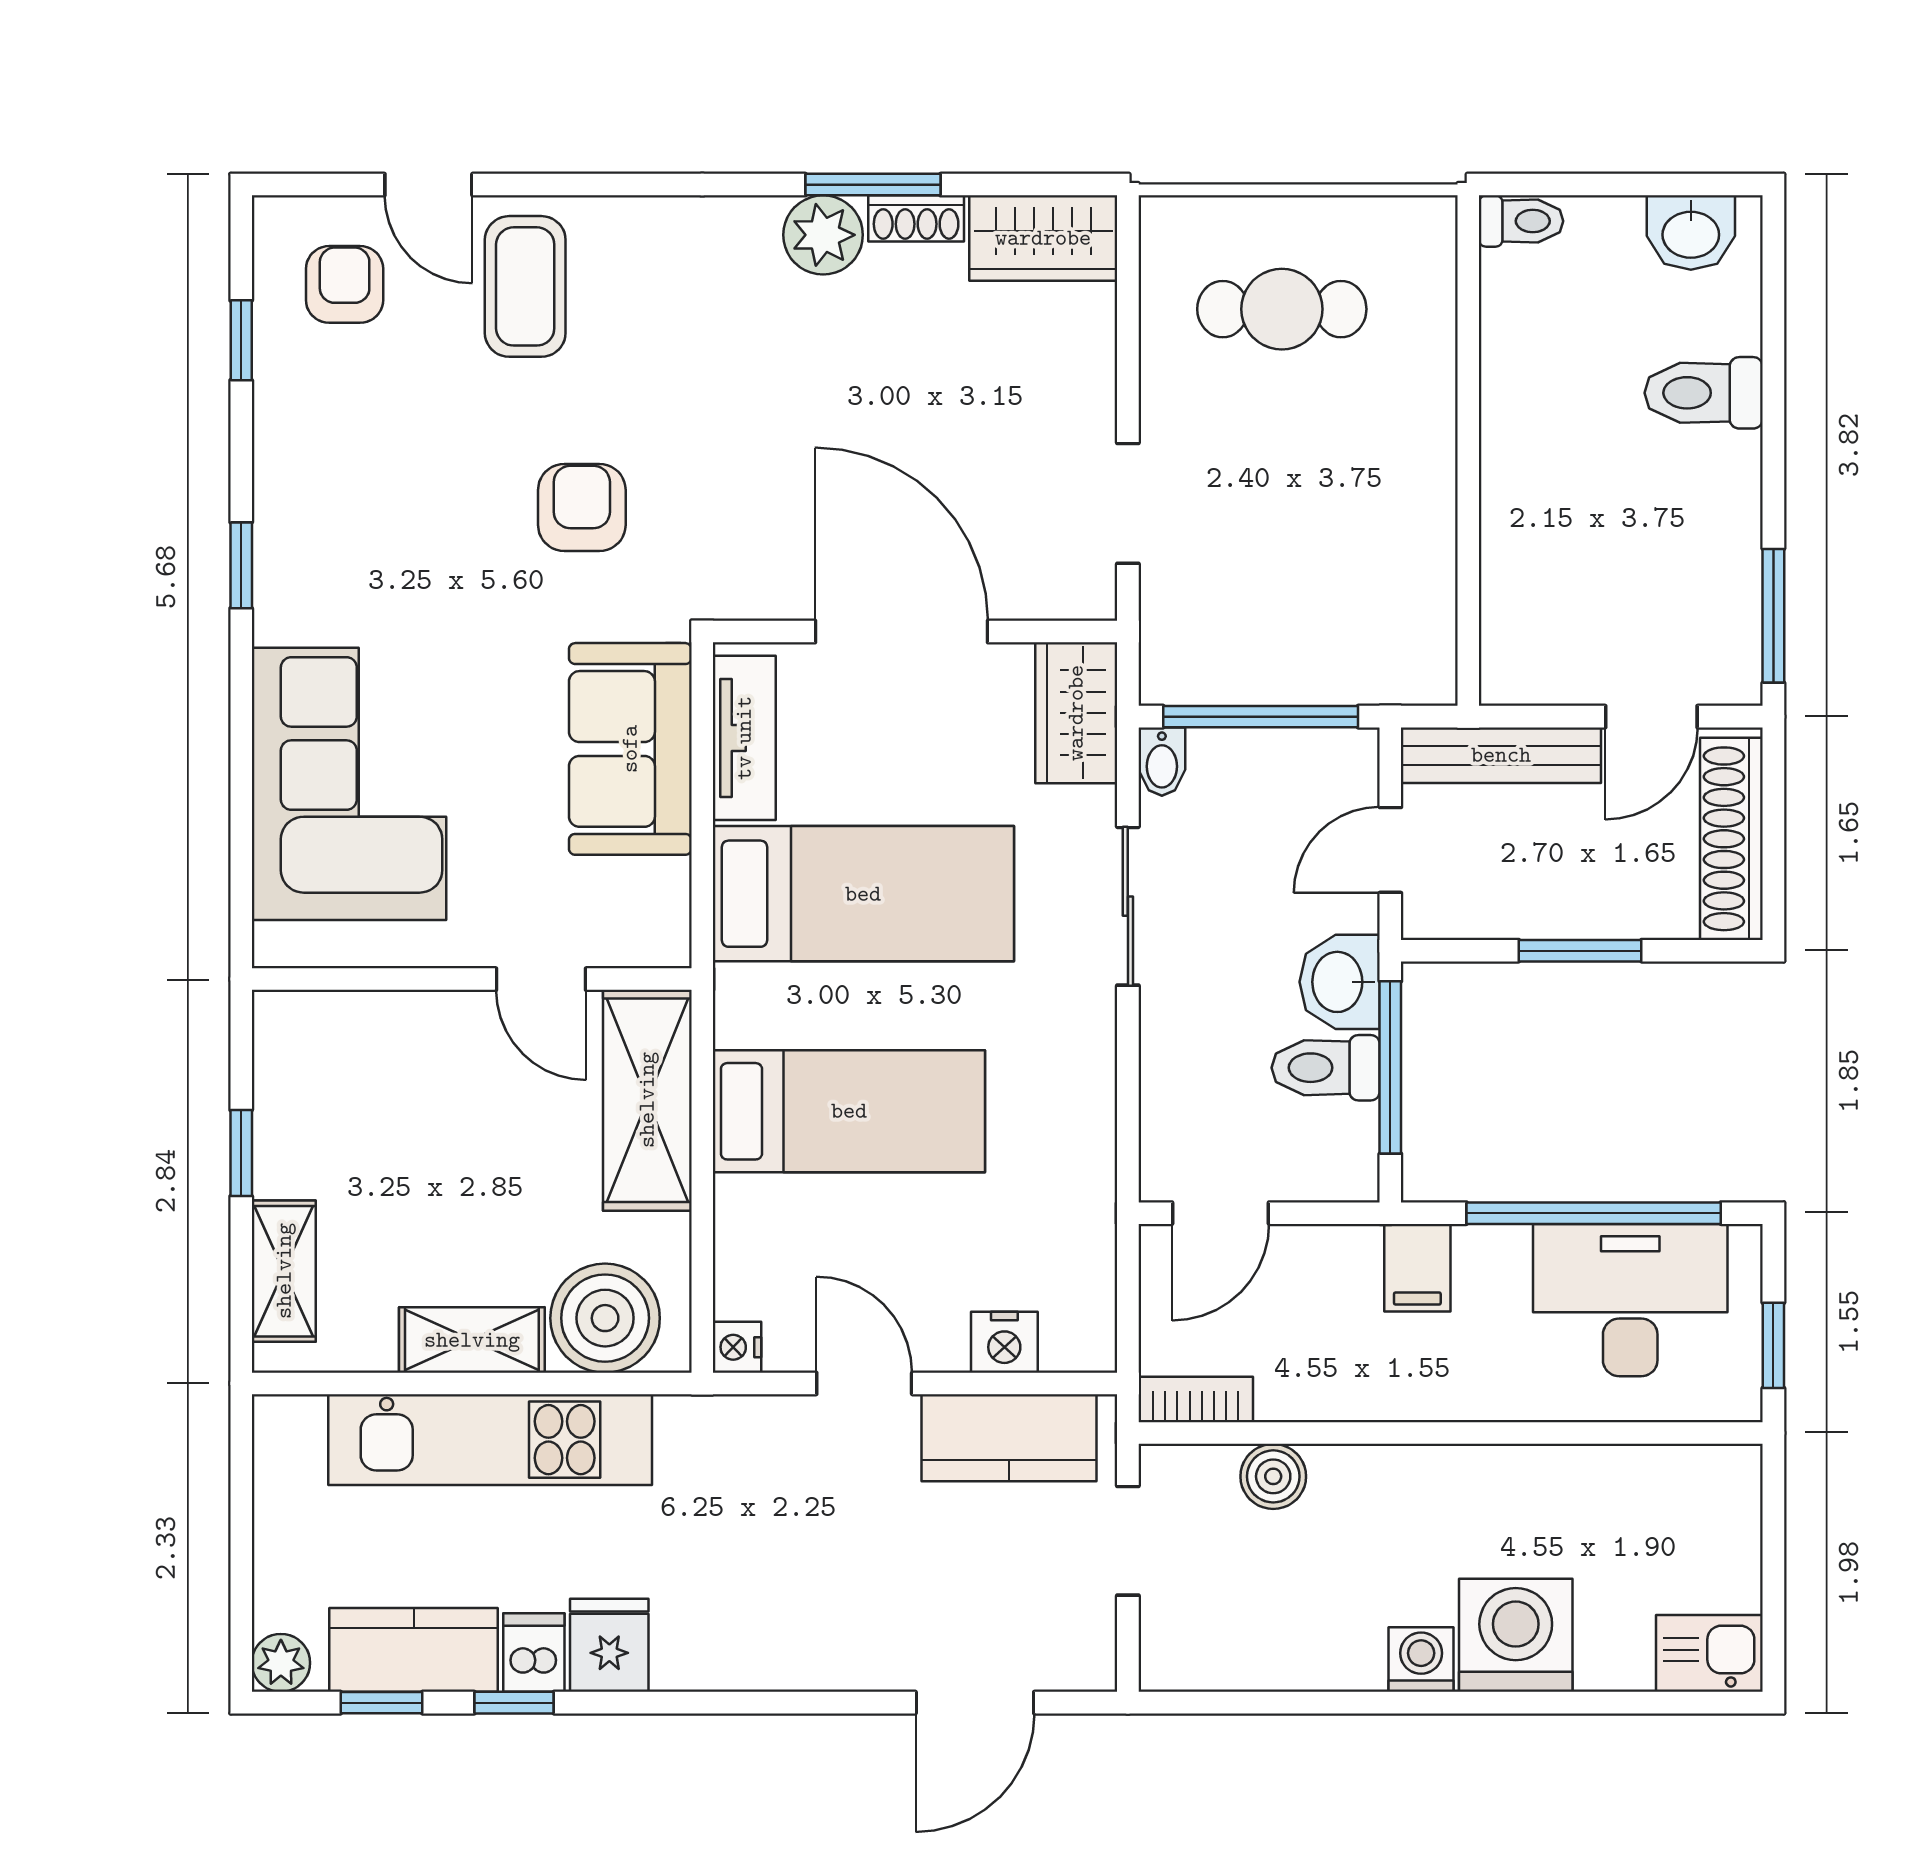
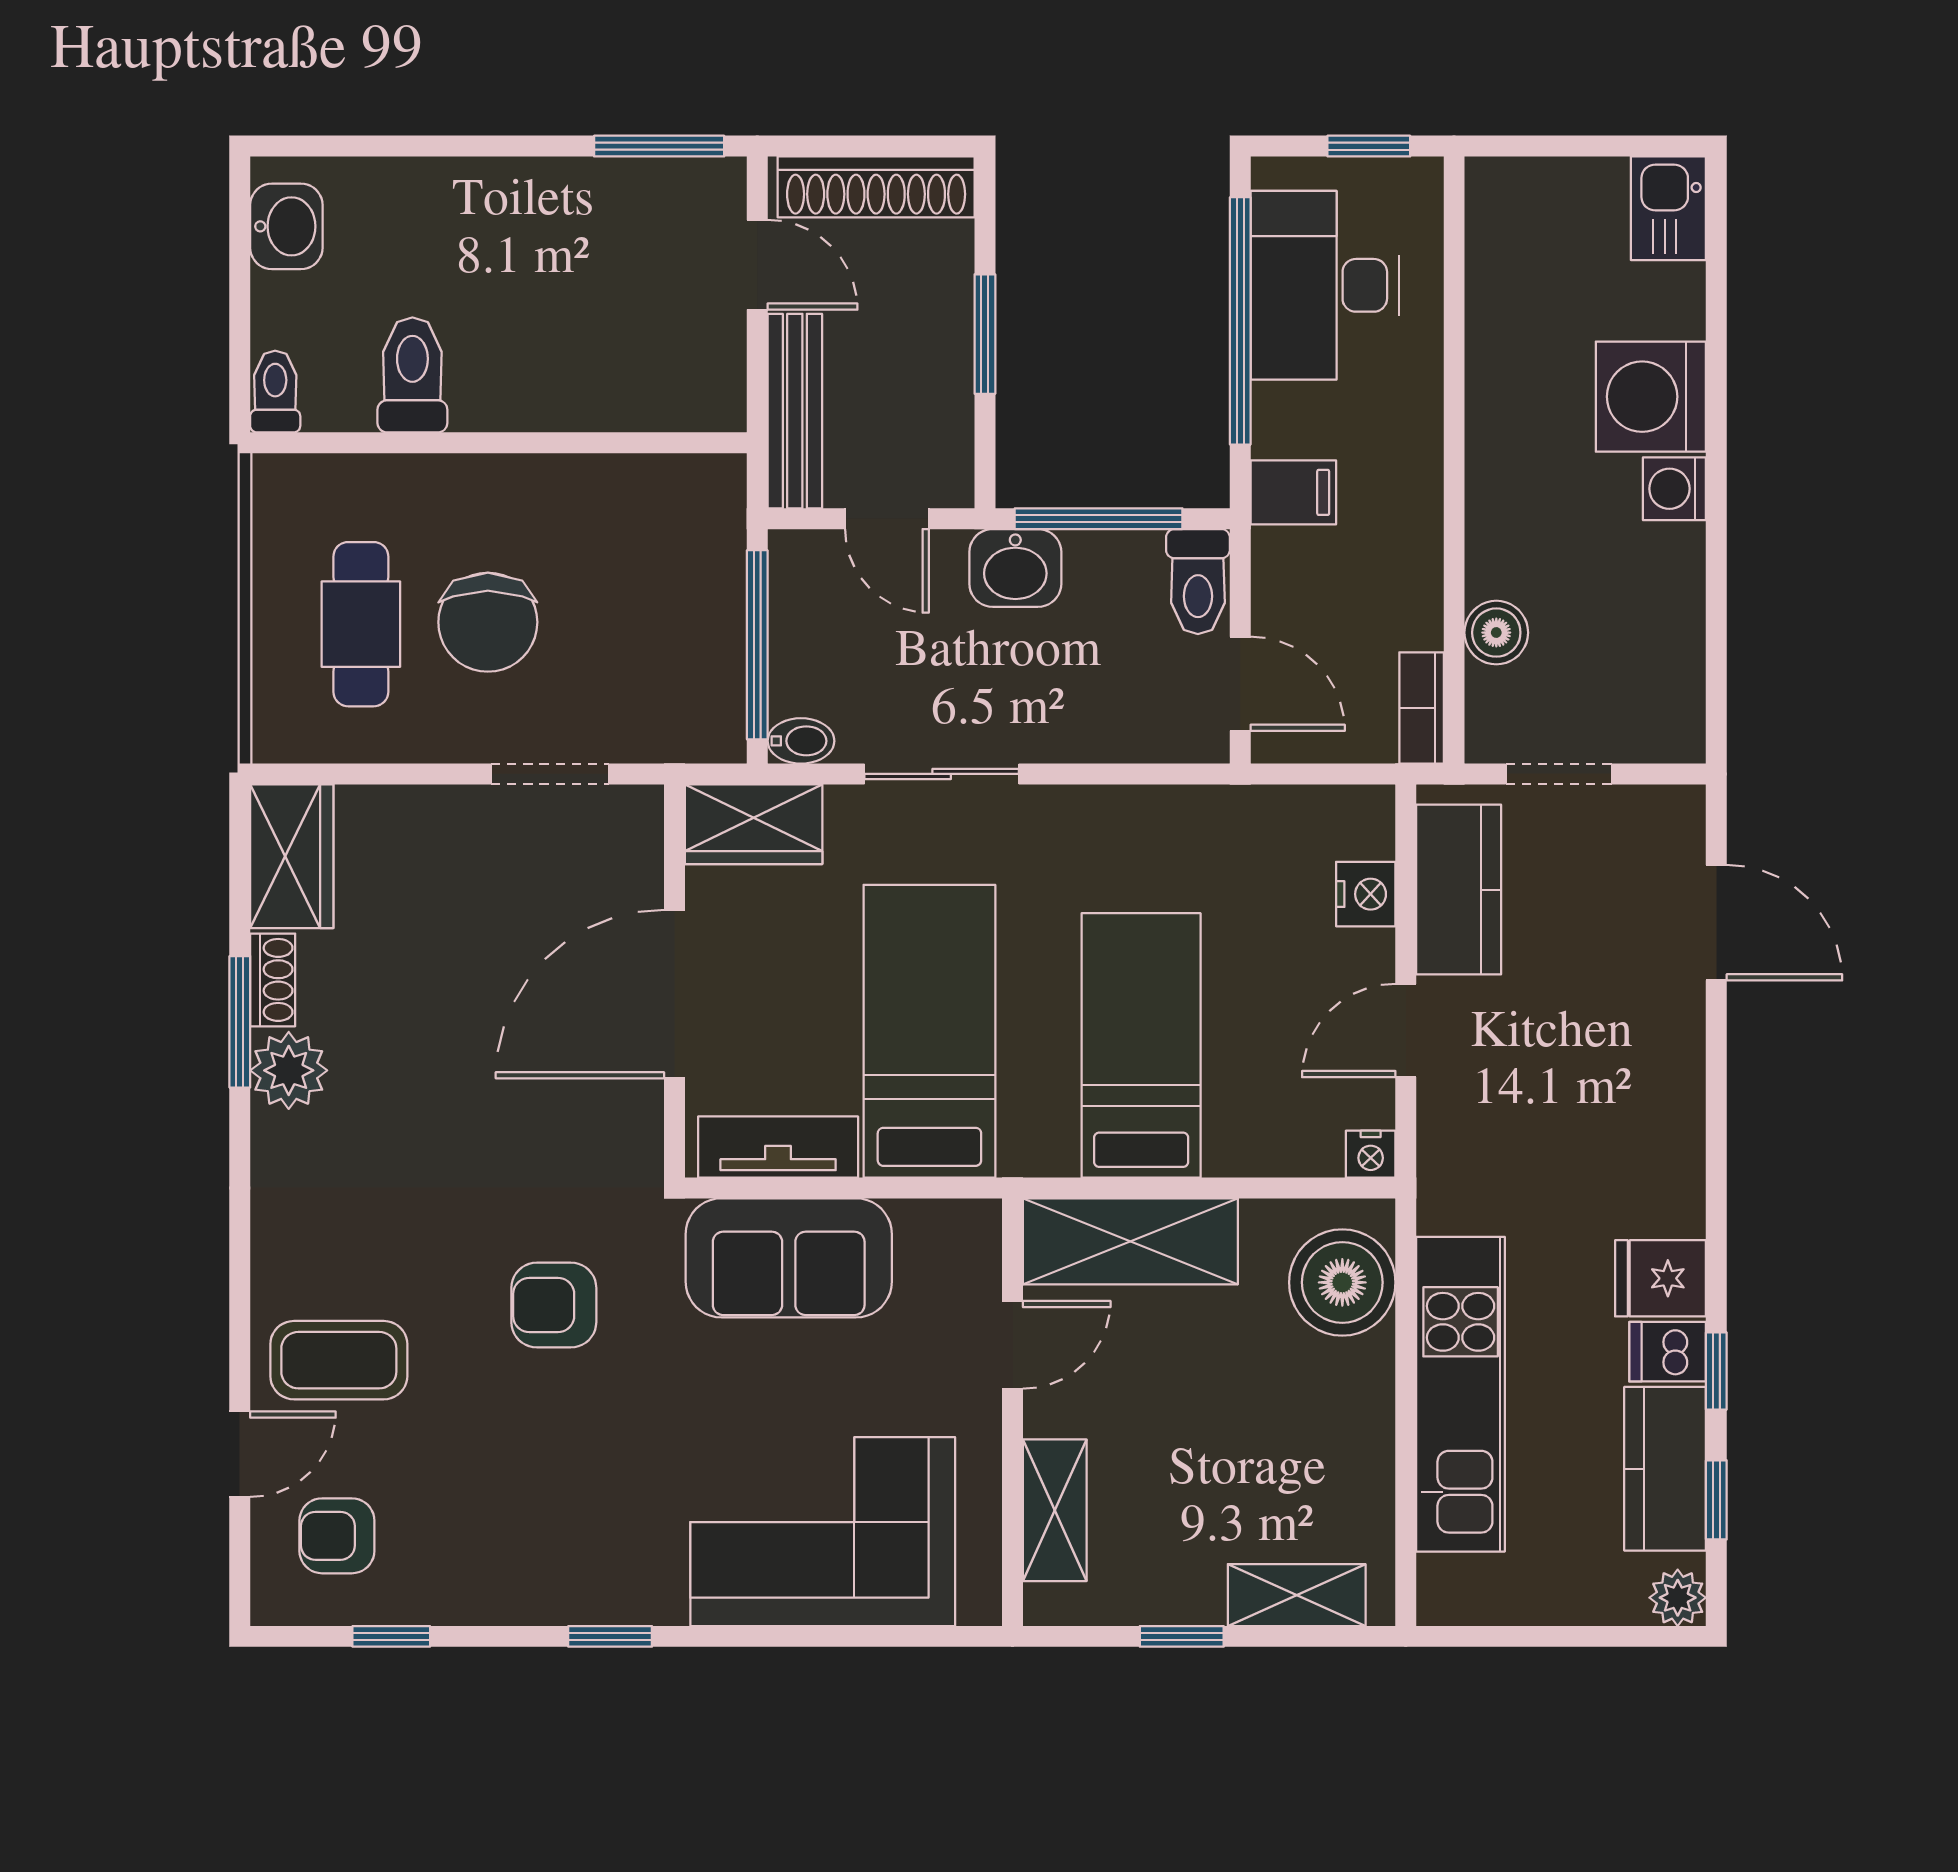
toilet: (1704, 393) -> (412, 375), moved, turned 180
chair: (1284, 440) -> (488, 622), added
toilet: (1326, 1068) -> (1198, 582), moved
shelving: (472, 1340) -> (1055, 1510), moved

